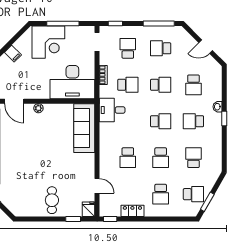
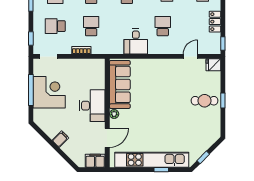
corner desk: (48, 42) -> (49, 92), moved
desk: (72, 82) -> (92, 106), moved, width x0.73, depth x0.77
desk: (112, 110) -> (136, 41), moved
sofa: (84, 128) -> (120, 84), moved, turned -90
school desk: (128, 158) -> (163, 26), turned -90
window: (73, 219) -> (223, 100), moved

